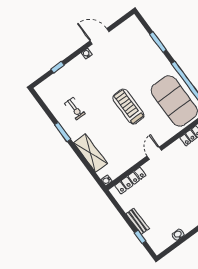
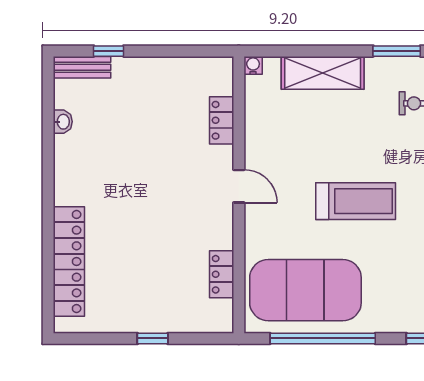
locker: (130, 181) -> (222, 120), width x0.66
bench: (138, 221) -> (82, 67), moved

